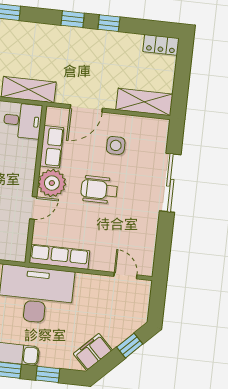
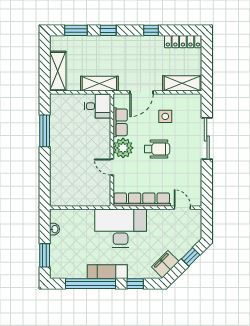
window: (73, 19) -> (108, 30), moved
locker: (161, 45) -> (183, 42), width x1.53
wheelchair: (99, 190) -> (157, 149), turned 180
door: (33, 208) -> (112, 167), swing flipped
row of seats: (59, 257) -> (142, 200), width x1.36

